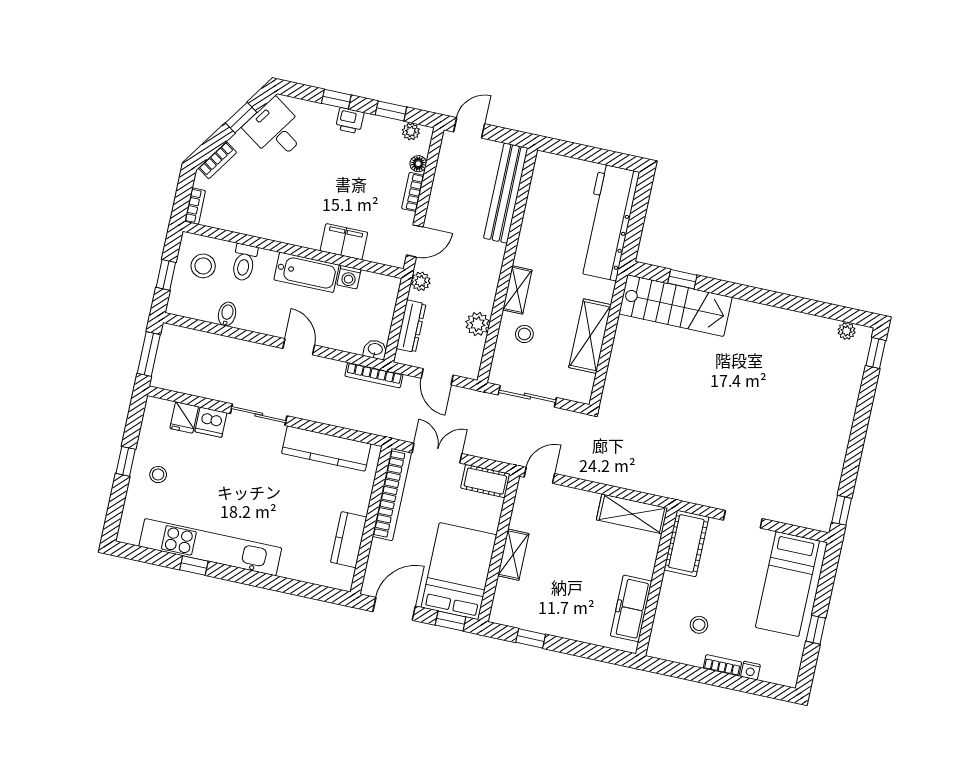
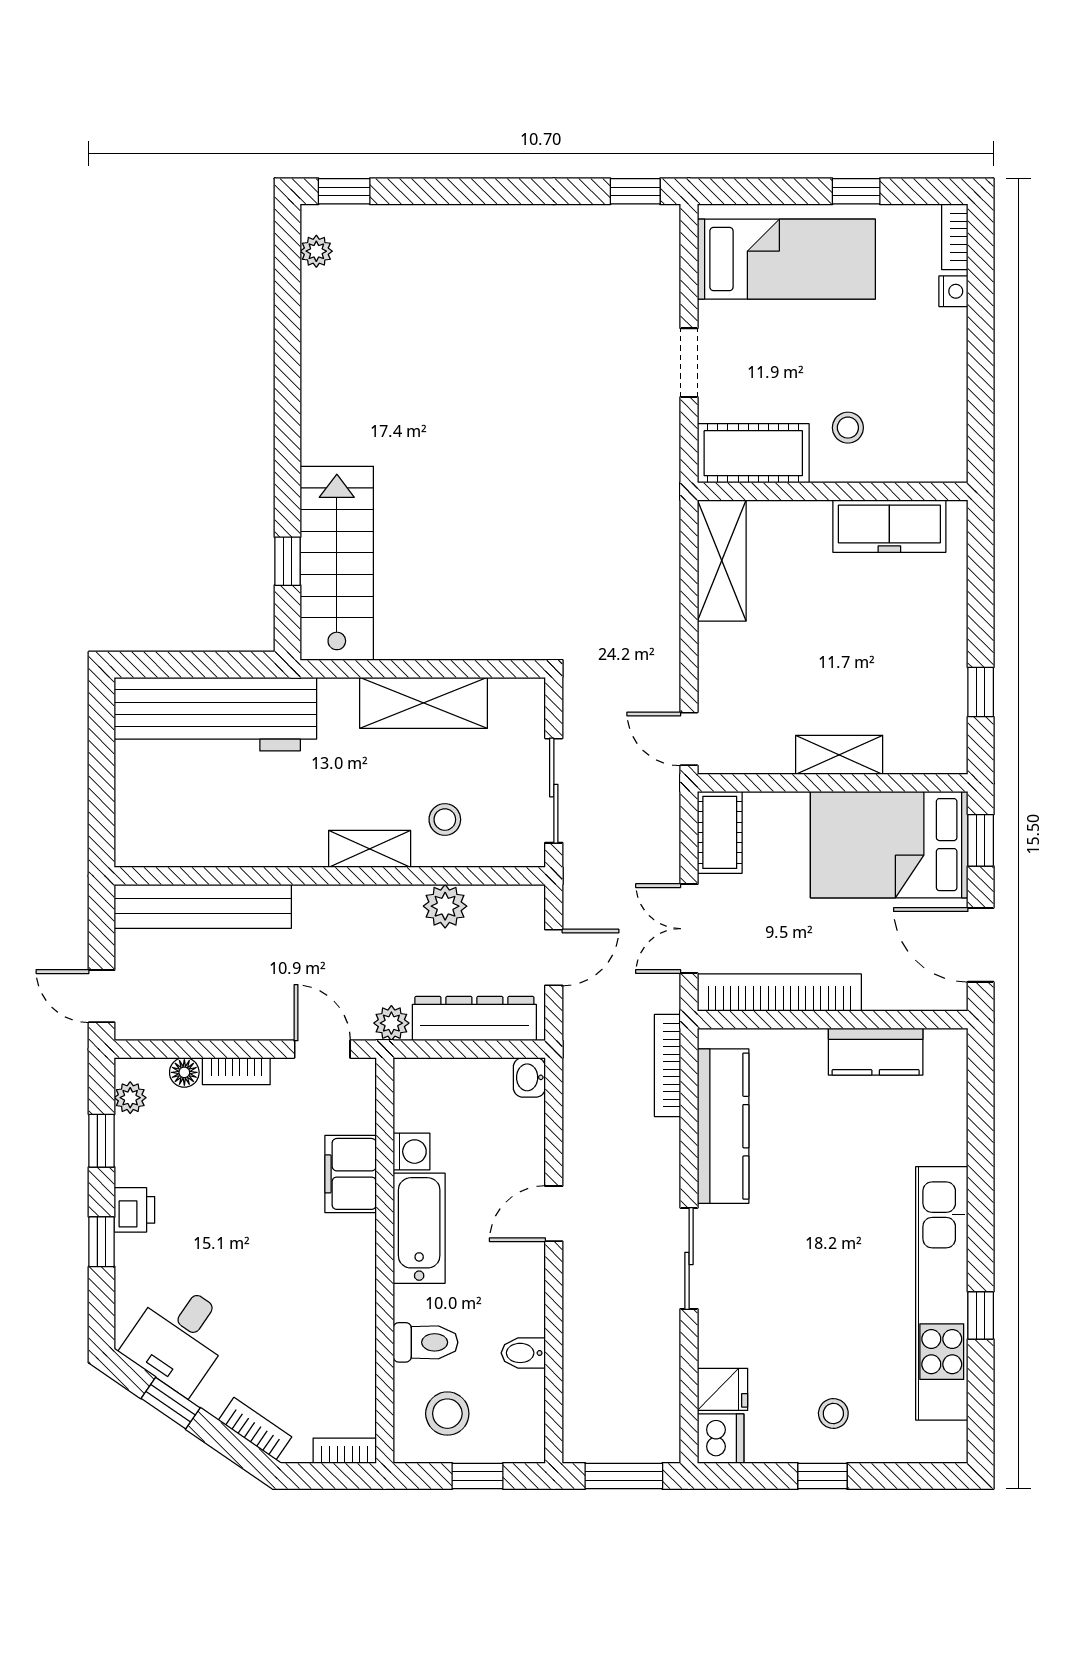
dresser: (411, 326) -> (474, 1019), width x1.37, depth x1.24
bookcase: (374, 375) -> (667, 1065), moved, turned 180
dishwasher: (211, 422) -> (721, 1439), moved
stool: (699, 625) -> (848, 428), moved
bookcase: (722, 665) -> (955, 237), moved

